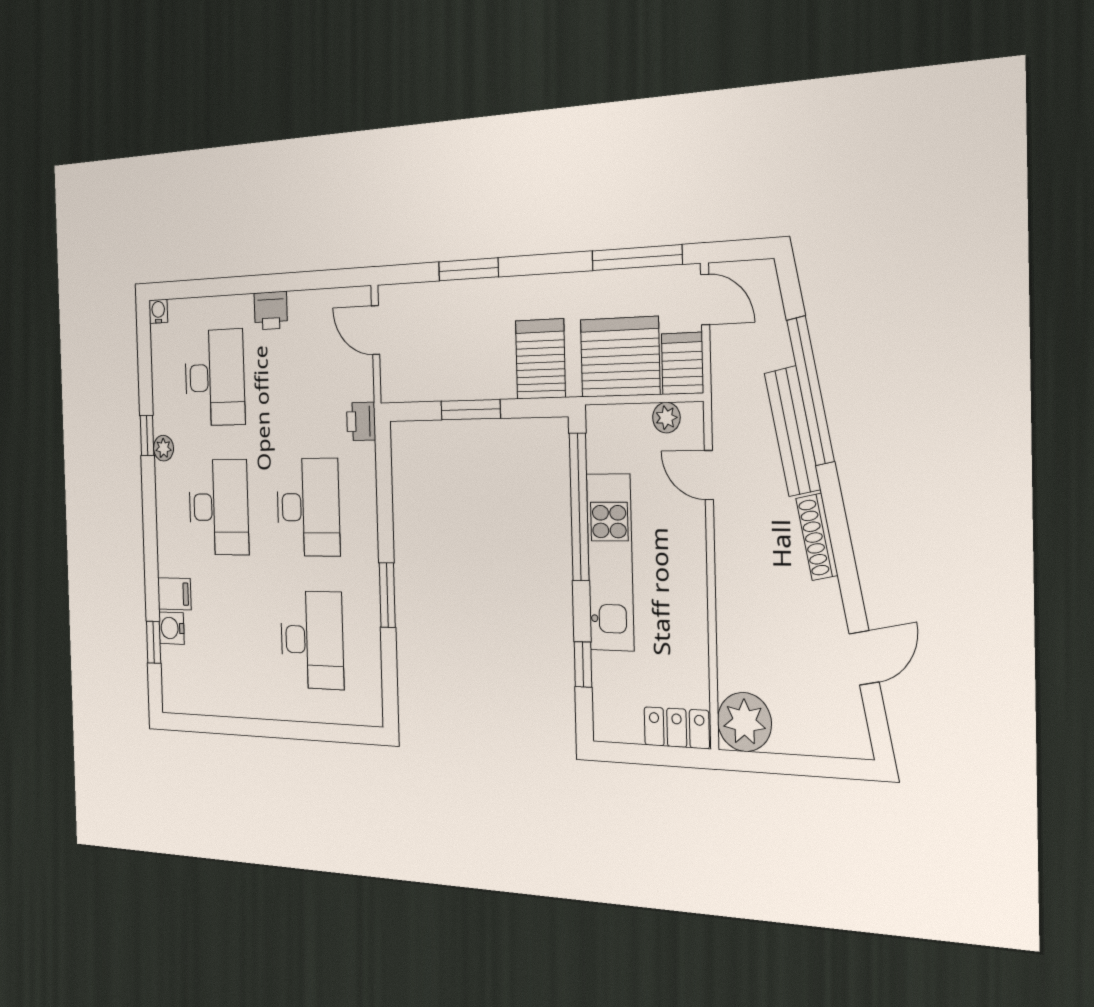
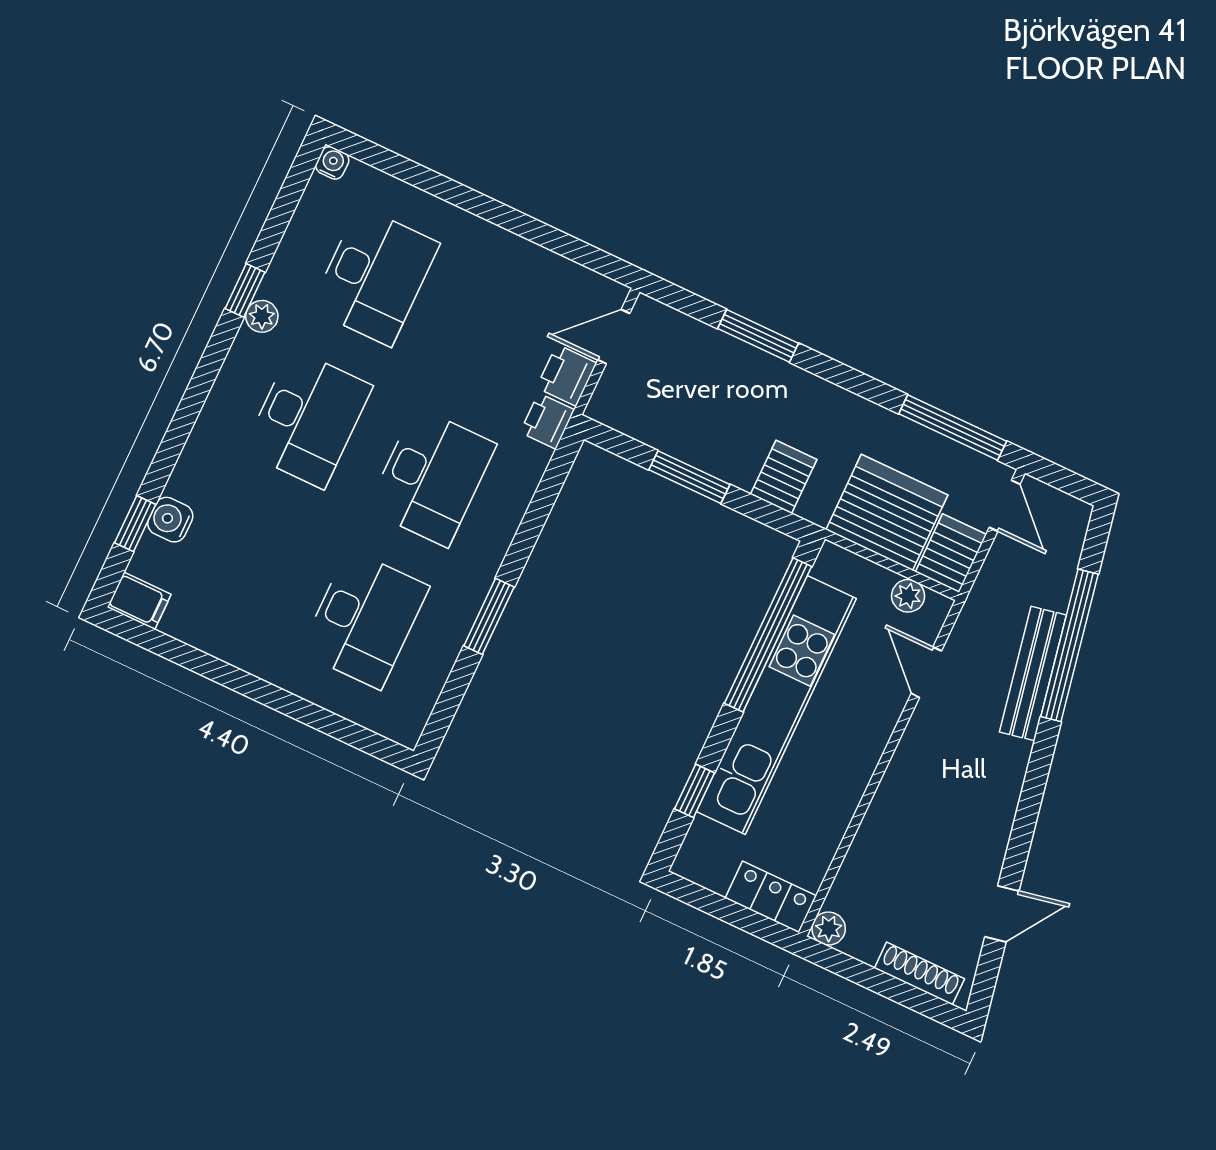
printer: (271, 311) -> (567, 375), moved, turned 90
door: (376, 330) -> (614, 337), hinge flipped
server rack: (540, 359) -> (784, 477), width x0.73, depth x0.70
shoe rack: (817, 537) -> (919, 973), moved, turned 101
kitchen unit: (610, 562) -> (776, 705), width x1.36
filing cabinet: (174, 594) -> (139, 601), moved
plant: (744, 722) -> (829, 929), width x0.53, depth x0.53

